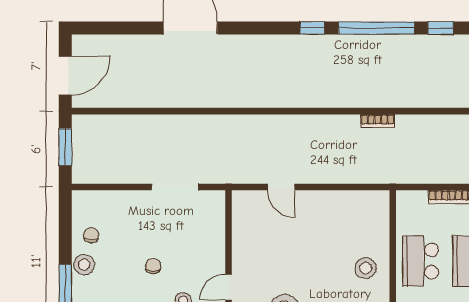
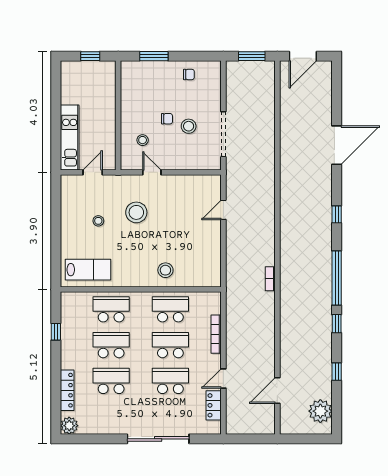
window: (312, 28) -> (337, 214), moved
door: (65, 75) -> (303, 56), hinge flipped
doorway: (175, 187) -> (223, 134), width x1.36
stool: (84, 265) -> (189, 126), moved

